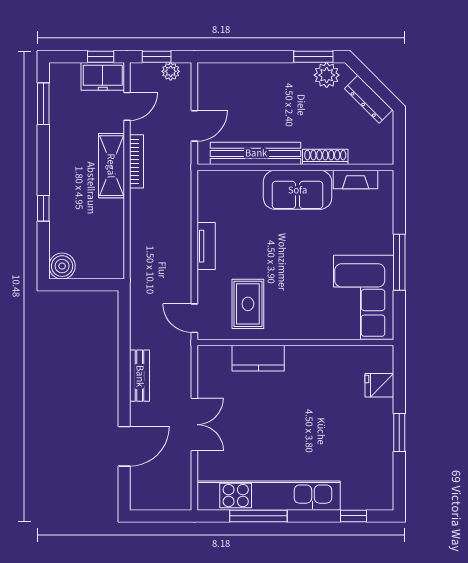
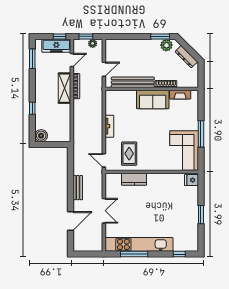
freezer: (103, 76) -> (56, 46), width x1.40
fridge: (379, 385) -> (191, 180), moved

